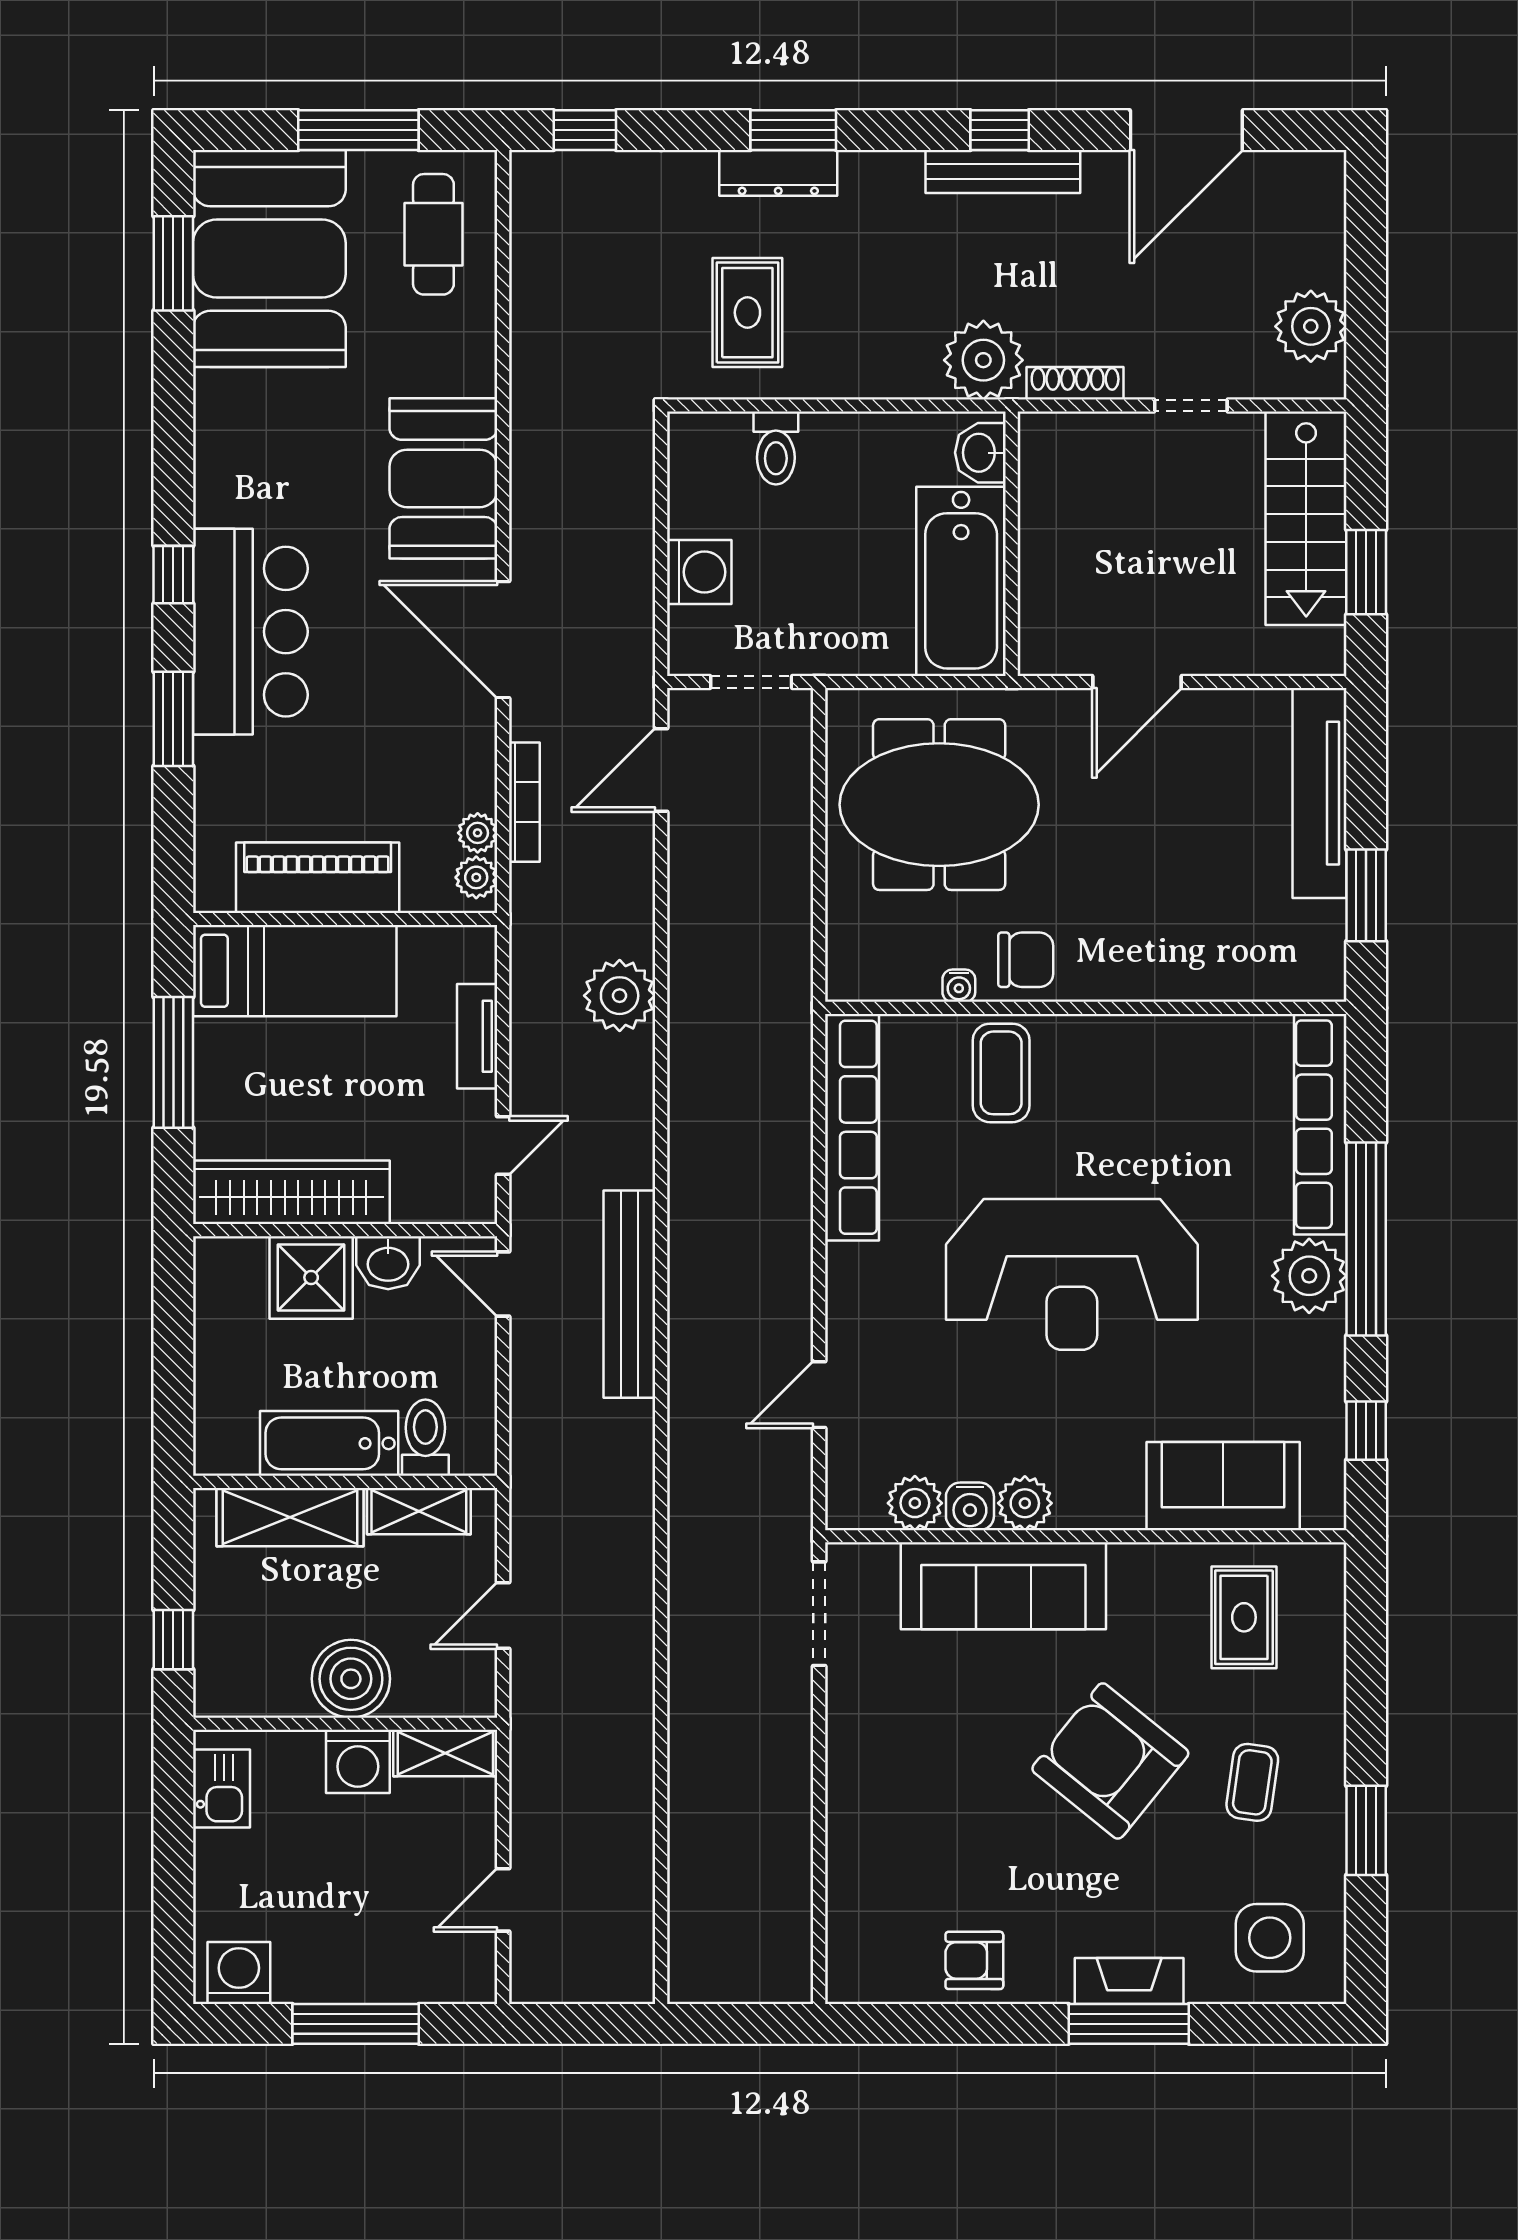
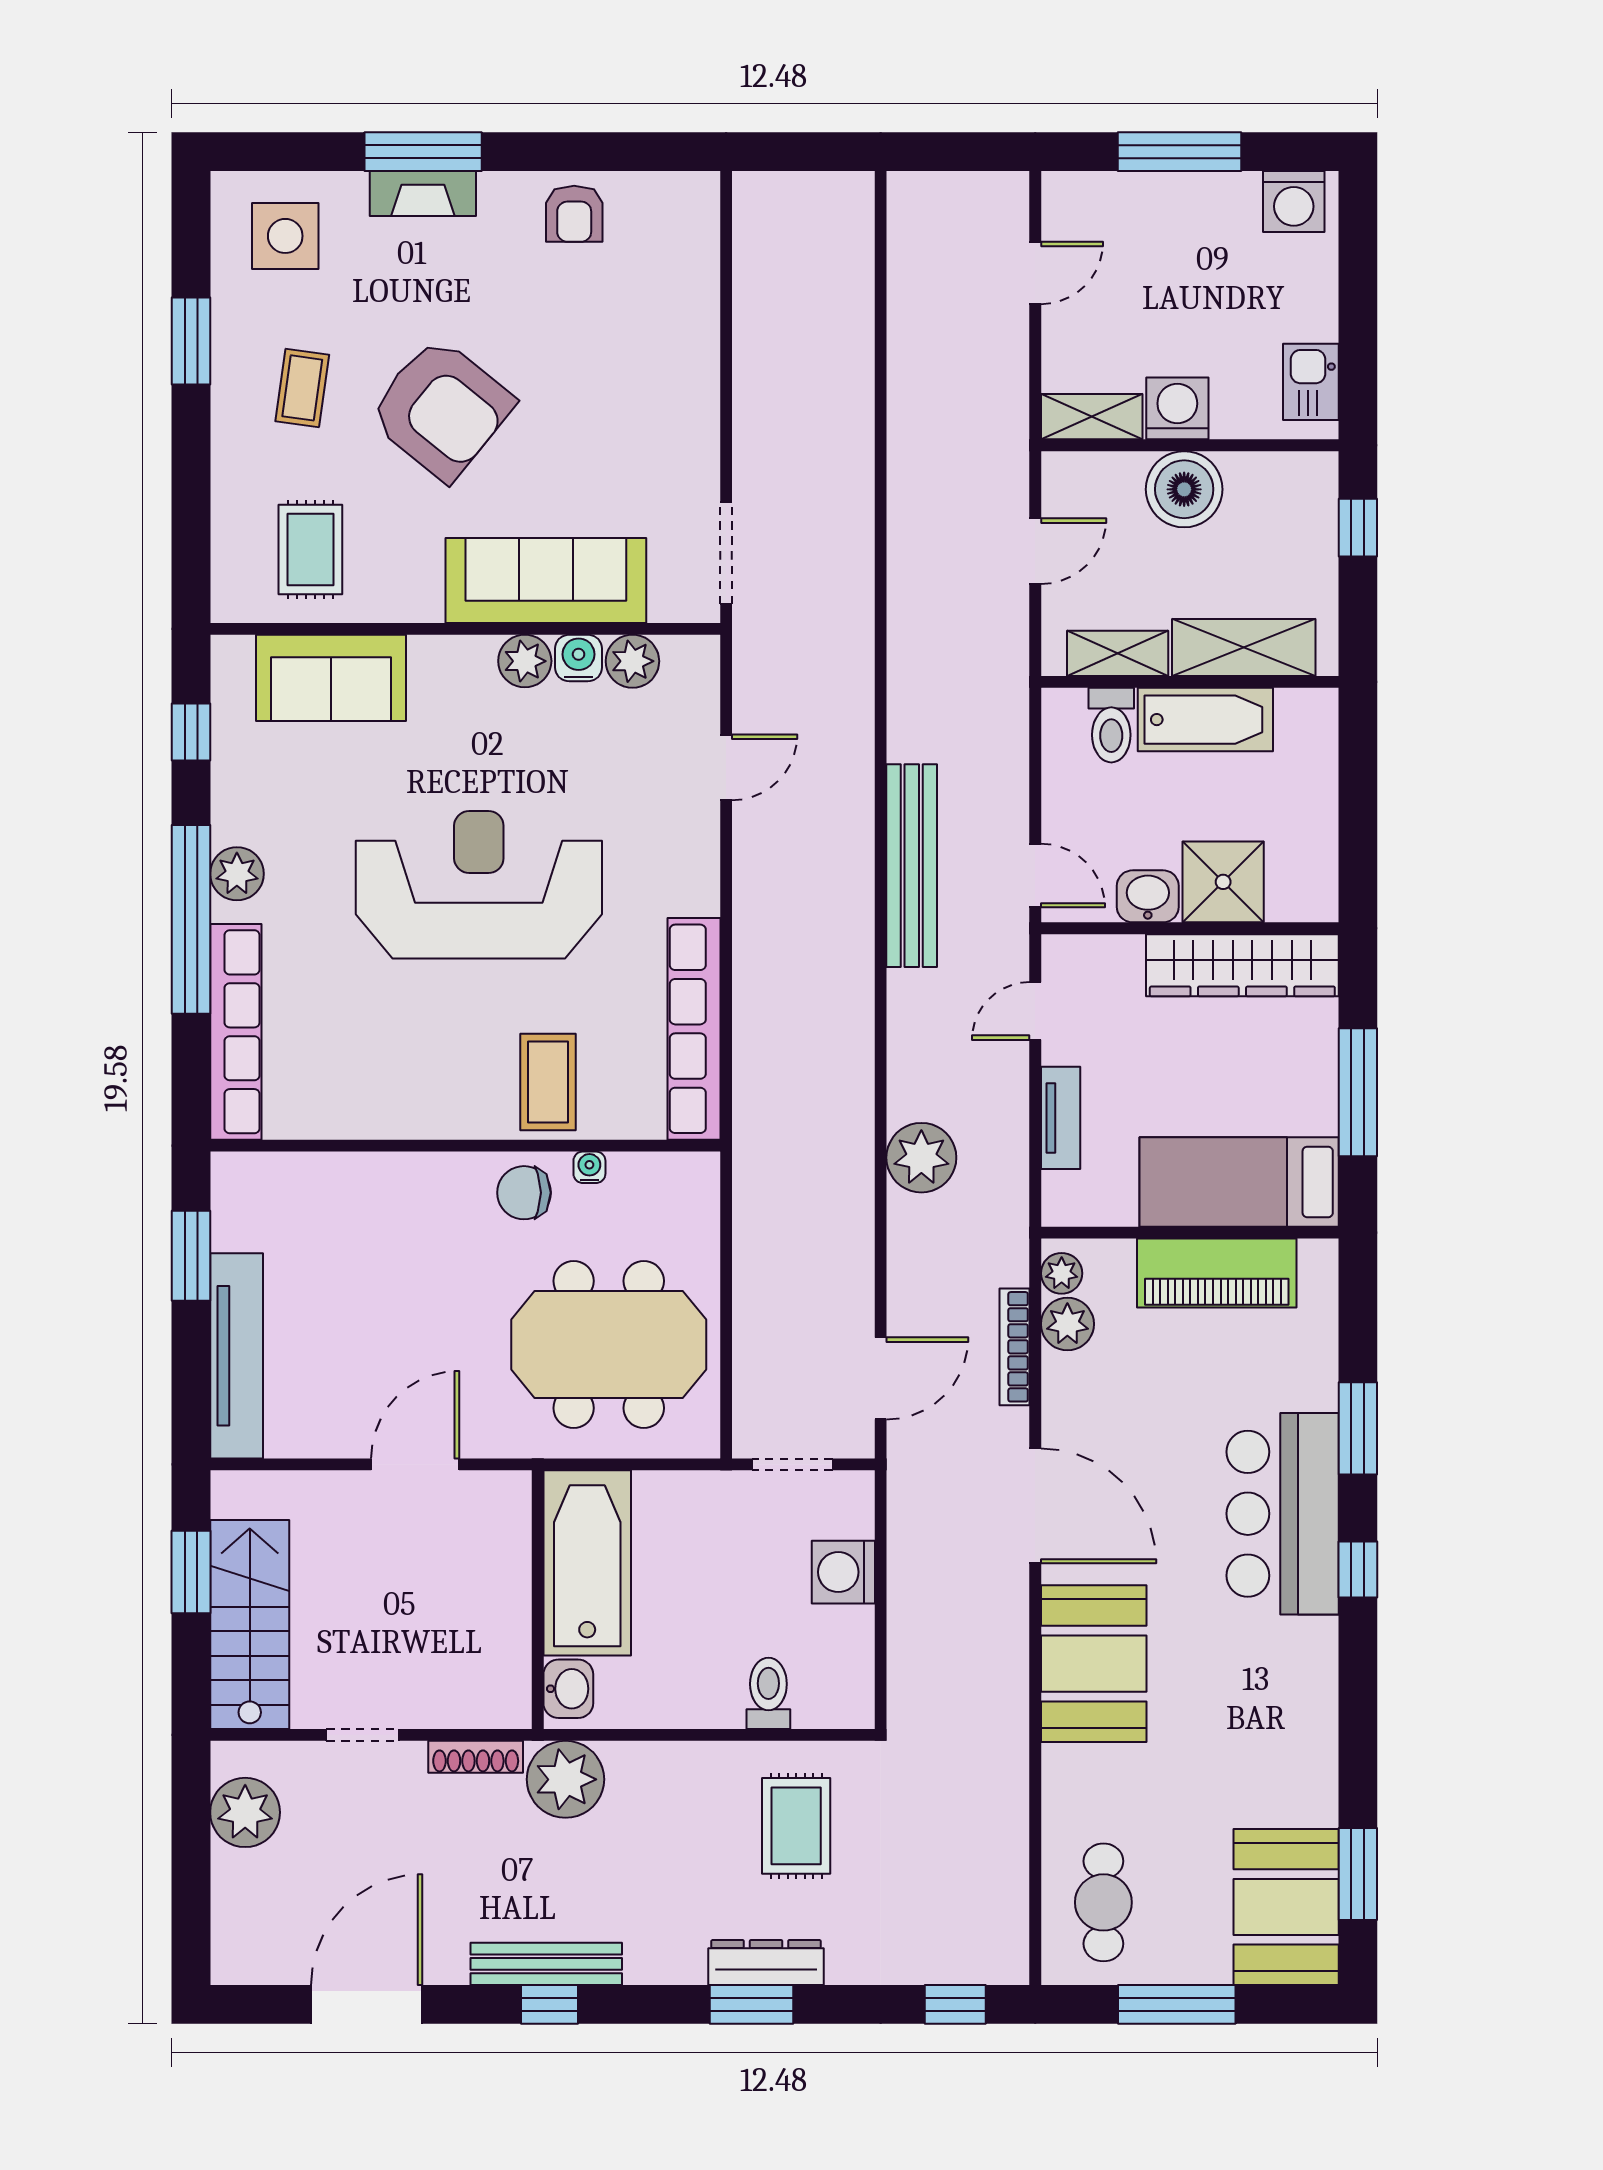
booth: (269, 259) -> (1286, 1907), width x0.73, depth x0.70
plant: (478, 833) -> (1067, 1324), width x1.38, depth x1.38
plant: (1309, 1276) -> (237, 874), width x0.73, depth x0.73
armchair: (974, 1960) -> (574, 214), turned 90

